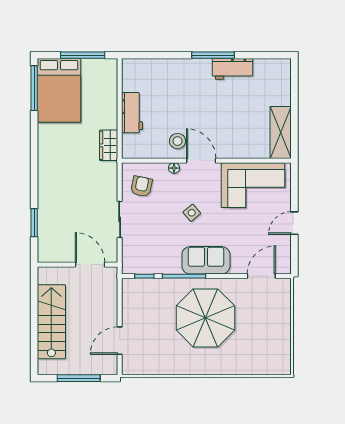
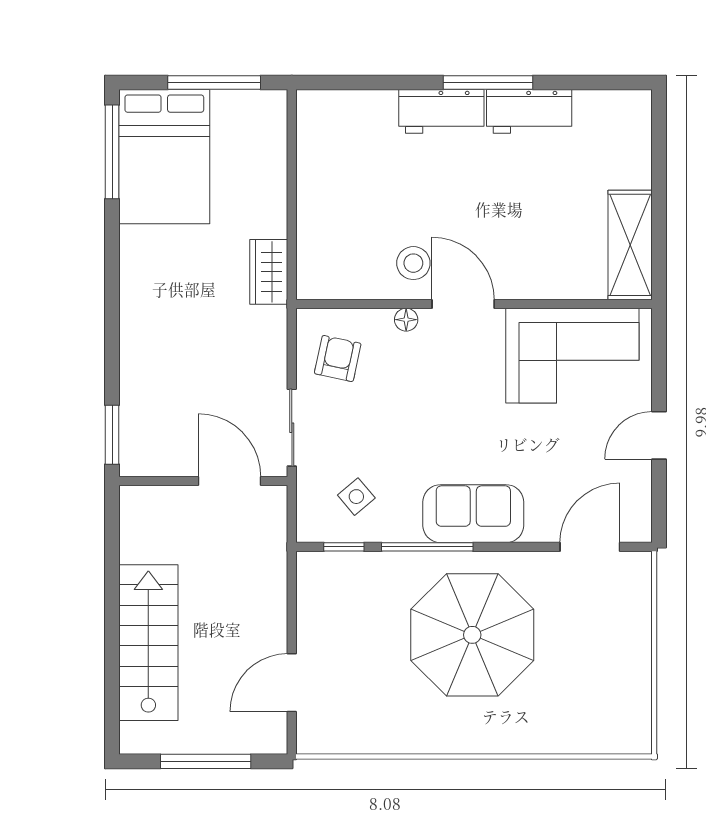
workbench: (132, 113) -> (441, 111), moved, turned 90
side table: (192, 213) -> (356, 497), moved
wall: (78, 265) -> (203, 481), moved
door: (90, 265) -> (229, 481), moved

